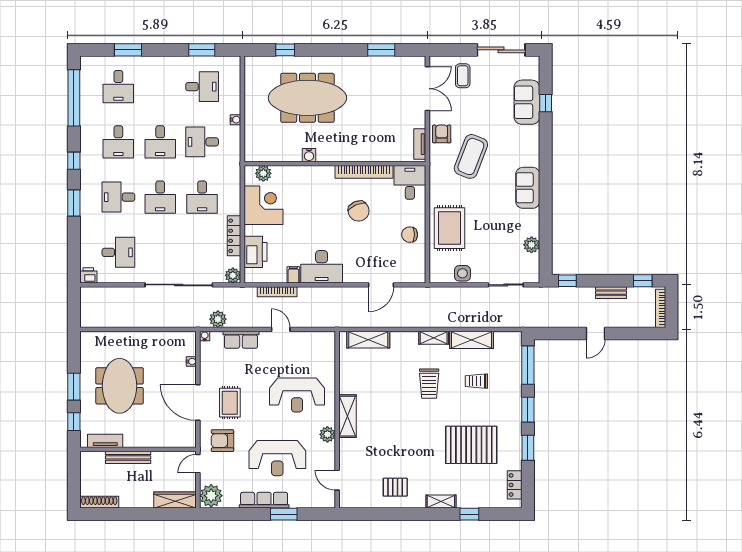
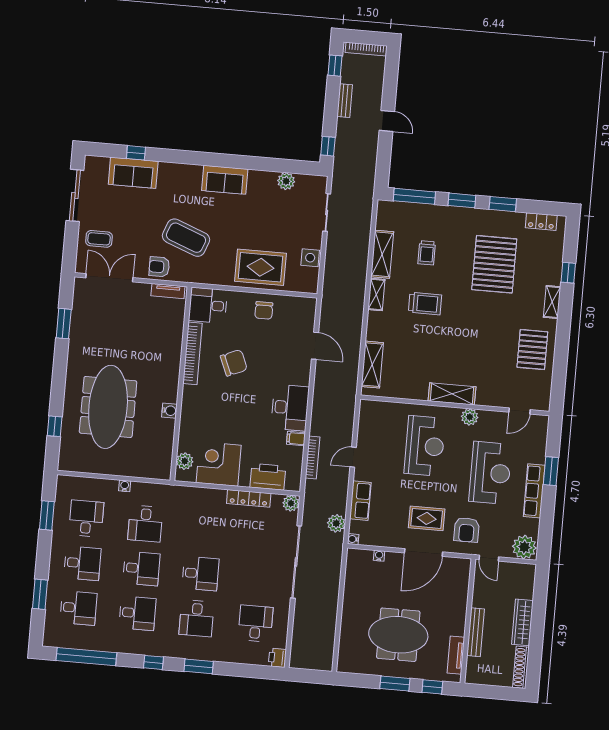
desk: (202, 197) -> (82, 563), moved
pallet: (395, 487) -> (532, 350), width x1.50, depth x1.42
wardrobe: (175, 500) -> (522, 622), moved

